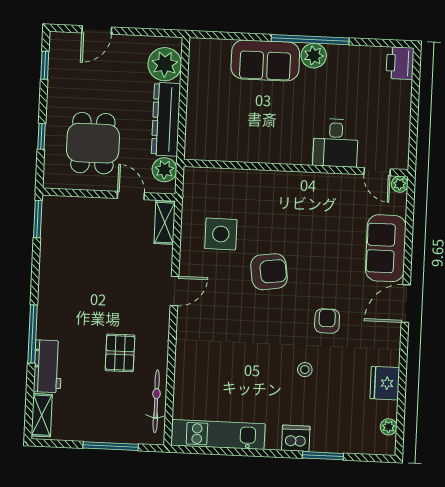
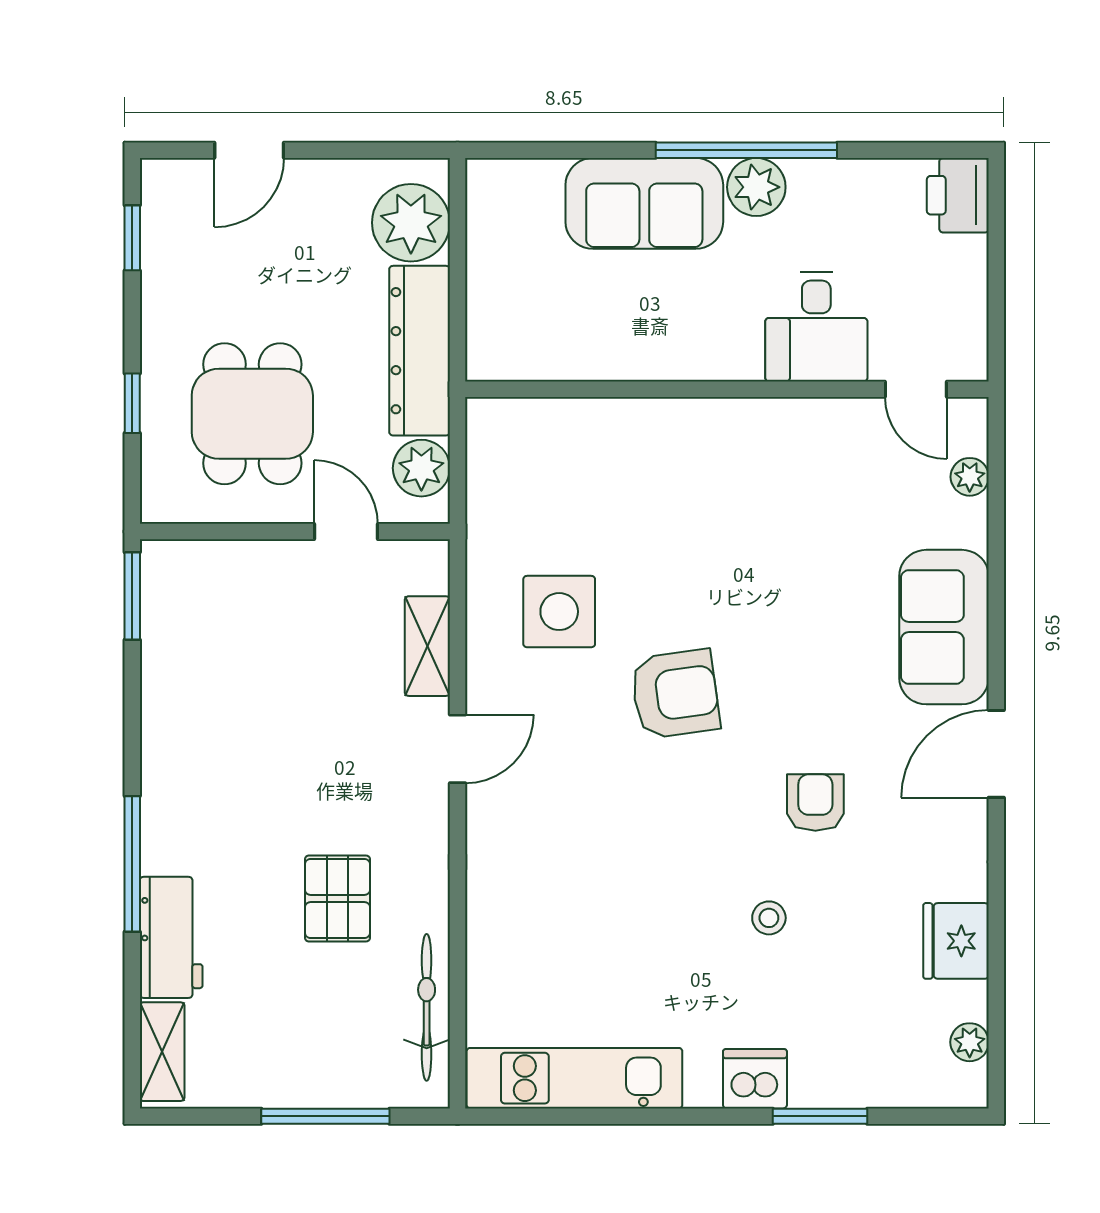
desk: (336, 143) -> (816, 327), moved
wall: (296, 168) -> (727, 389), moved
door: (377, 172) -> (916, 389), moved
shelving: (165, 223) -> (427, 646), moved

